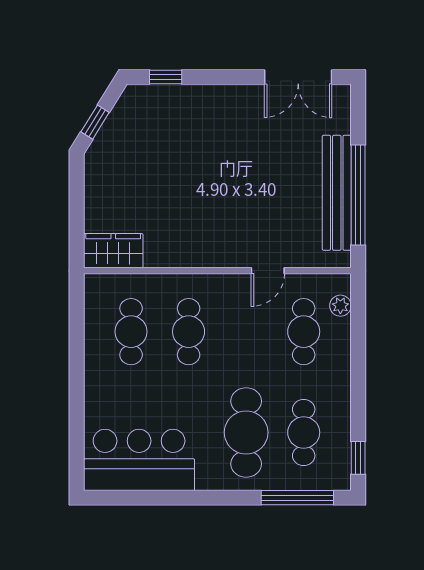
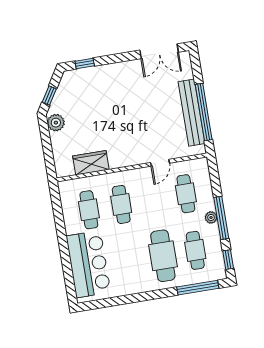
plant: (99, 171) -> (56, 123), added
wardrobe: (113, 251) -> (91, 163), moved
plant: (340, 306) -> (211, 217), moved
window: (358, 384) -> (221, 218), added
bar counter: (139, 460) -> (88, 264), moved, turned 90

